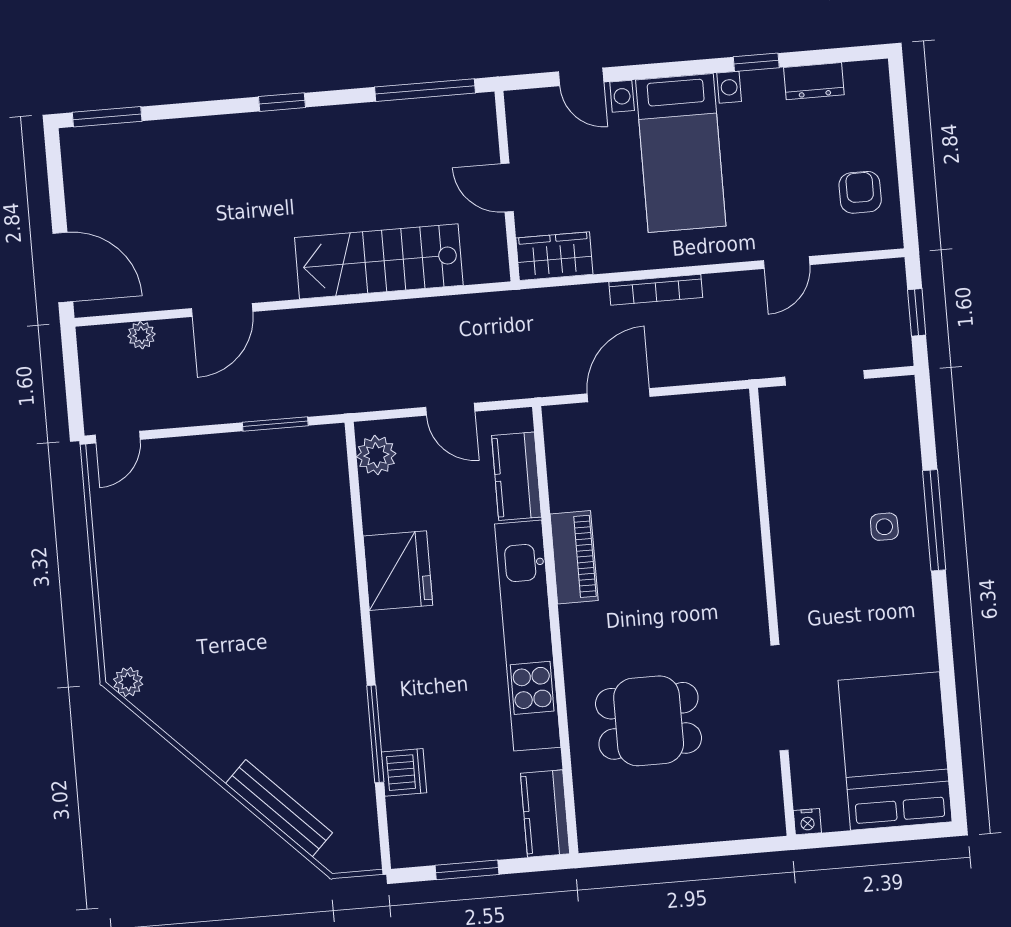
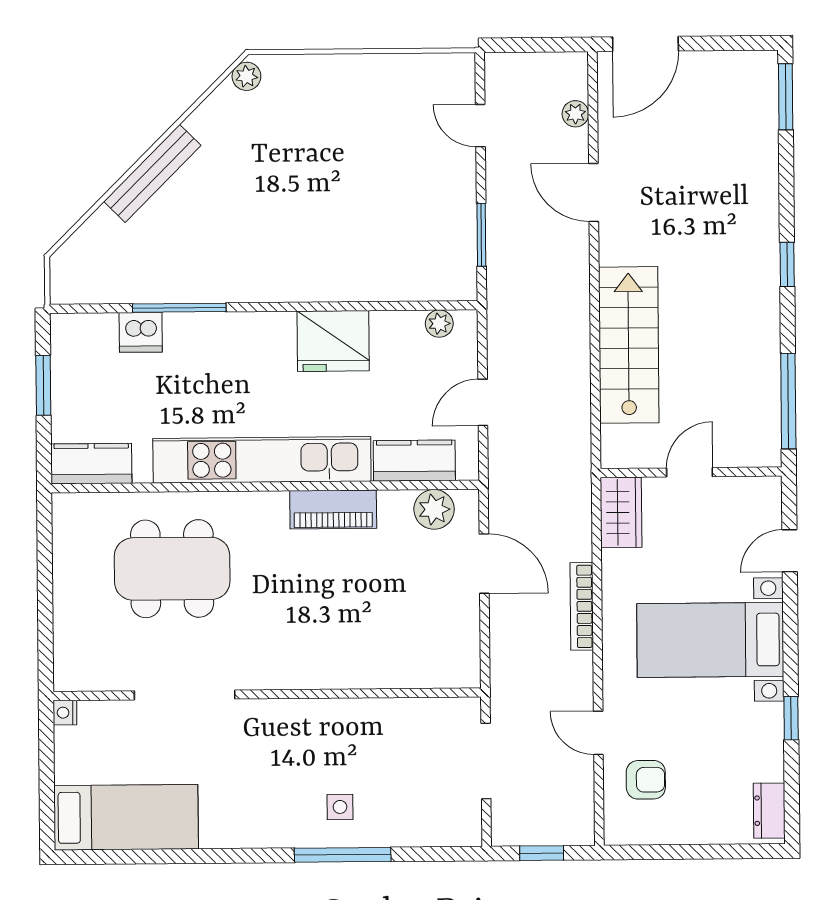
dresser: (814, 81) -> (769, 811), moved
armchair: (860, 192) -> (646, 780), moved
door: (118, 437) -> (480, 126), moved
plant: (566, 452) -> (434, 509), added
plant: (376, 455) -> (439, 324), width x0.73, depth x0.73
dining table: (649, 721) -> (172, 569), width x1.38
bed: (895, 751) -> (126, 817), width x0.67
bench: (279, 808) -> (152, 173), moved

